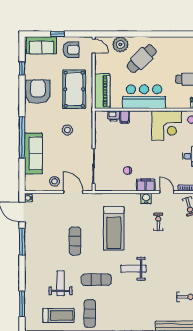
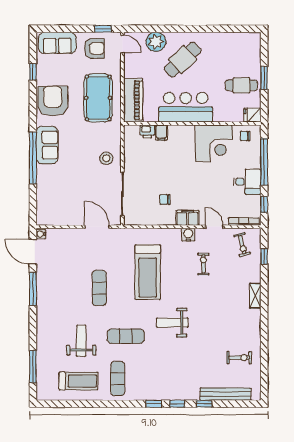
window: (58, 34) -> (103, 29), moved
stool: (67, 130) -> (106, 158), moved
sofa: (33, 153) -> (47, 145), moved, width x0.73
stool: (55, 181) -> (74, 213), removed

